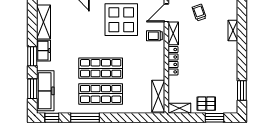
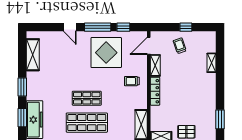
trolley: (154, 36) -> (132, 81), moved
freezer: (44, 51) -> (33, 82), removed
shop shelf: (101, 68) -> (87, 98), width x0.70, depth x0.74

